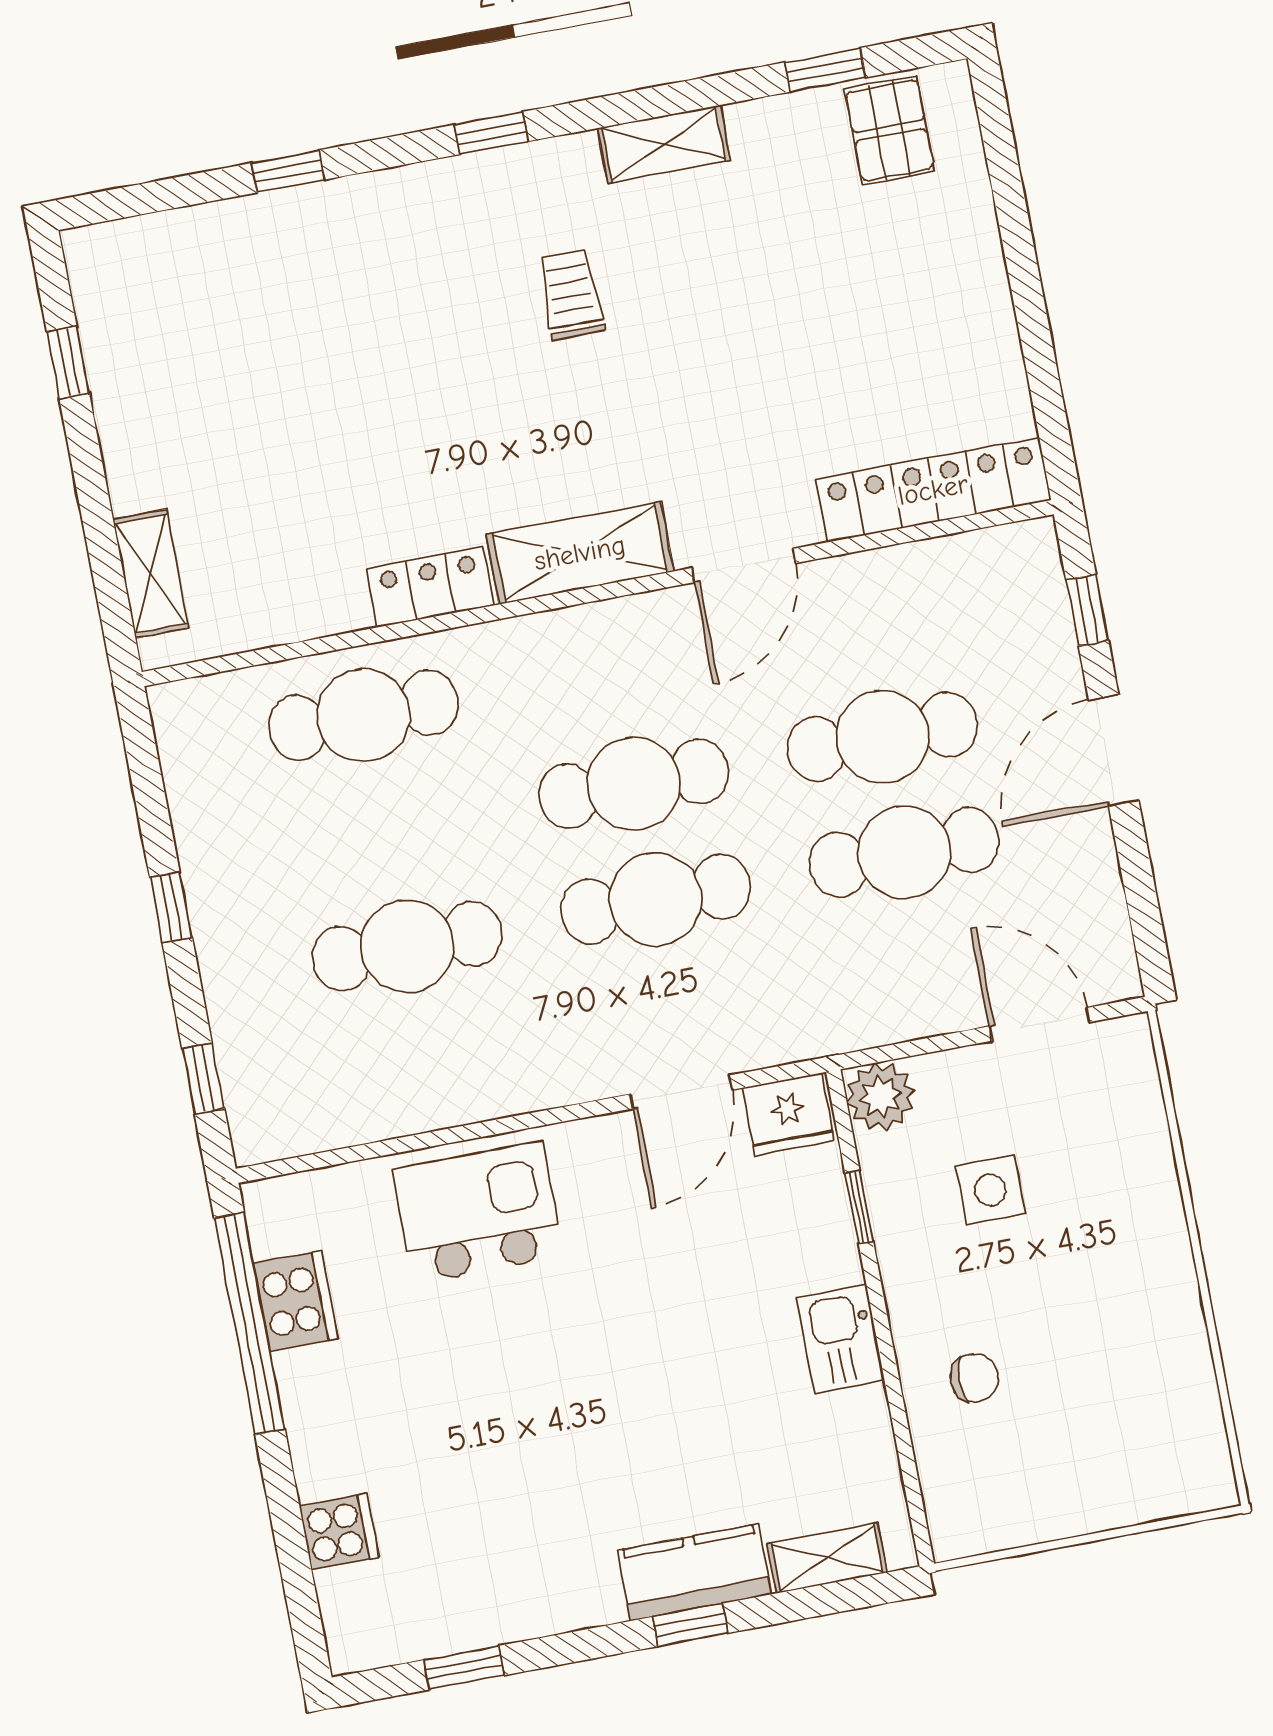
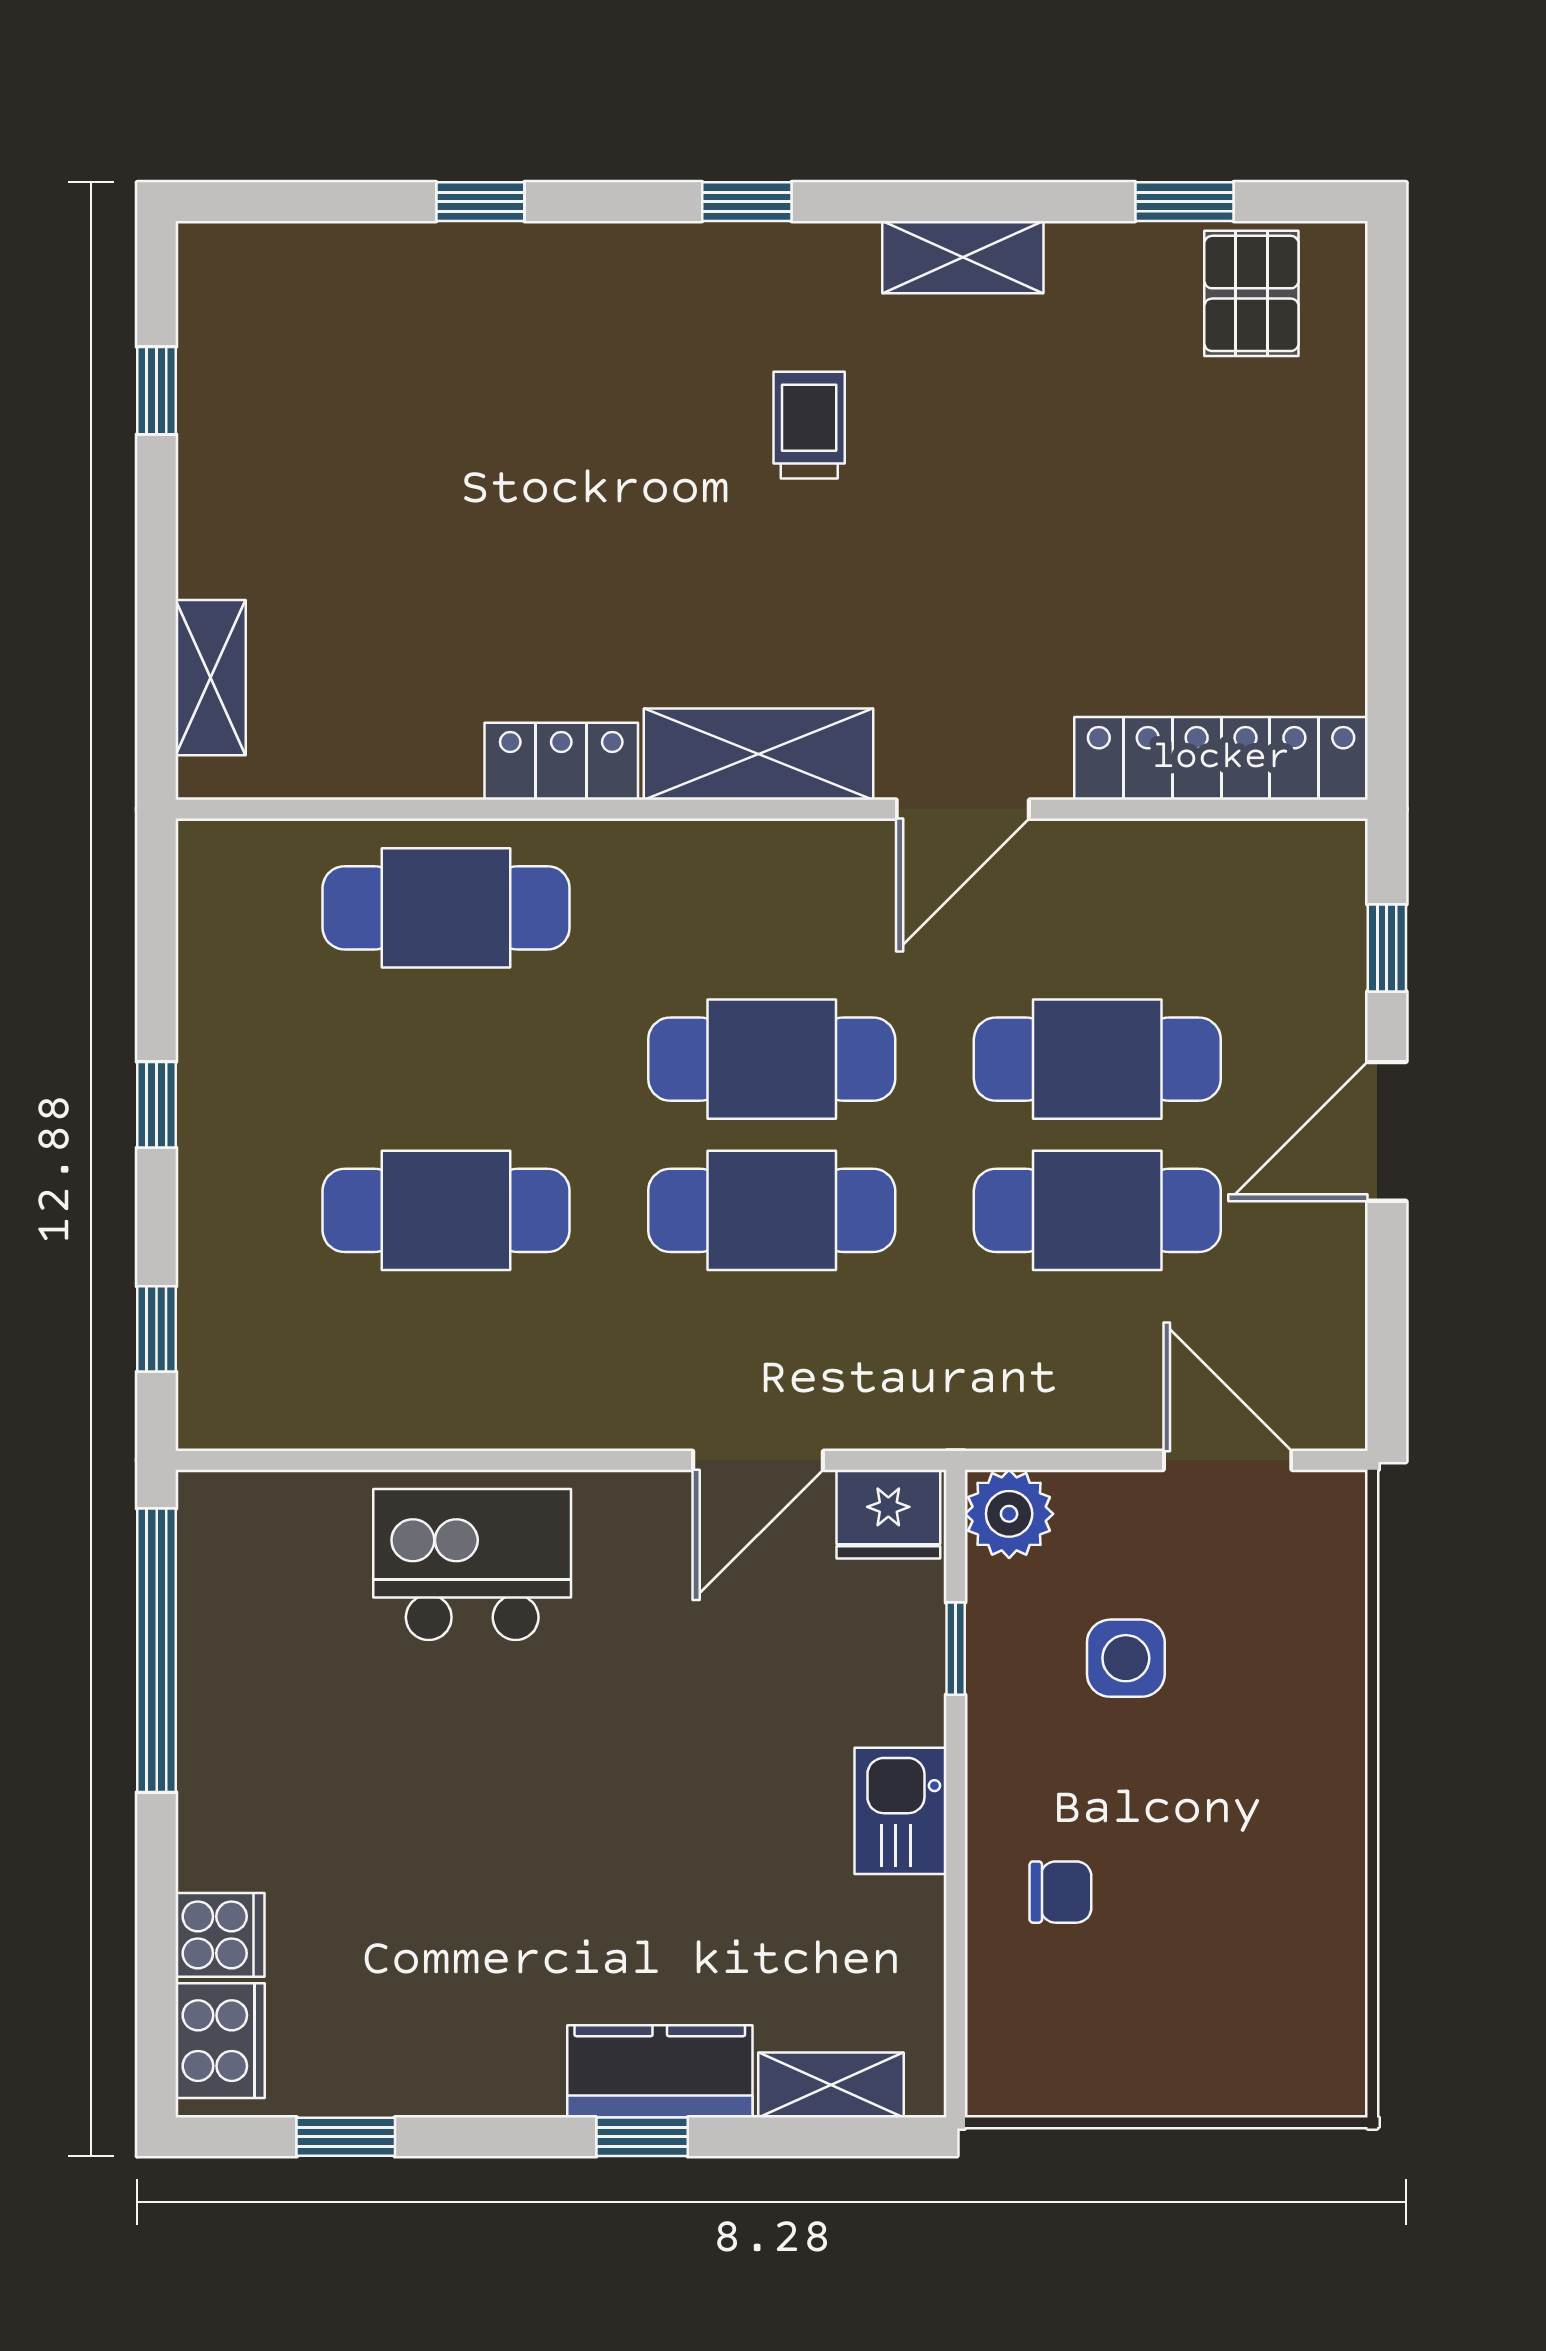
cooker: (296, 1301) -> (220, 2041), moved

